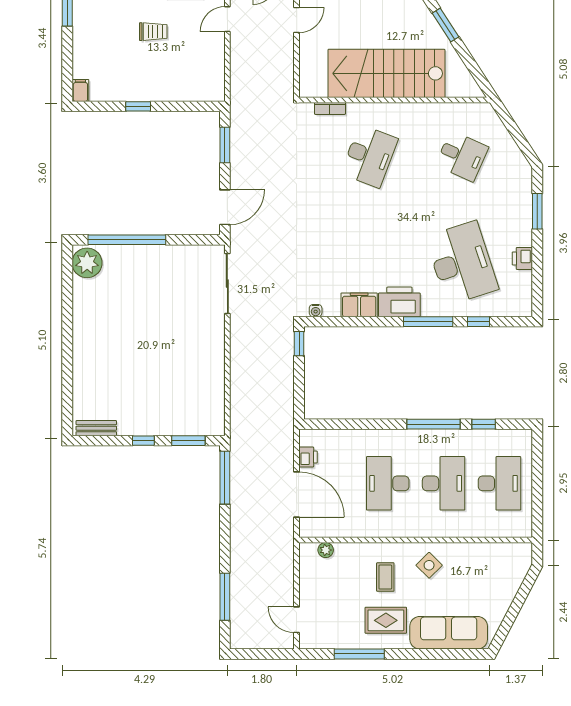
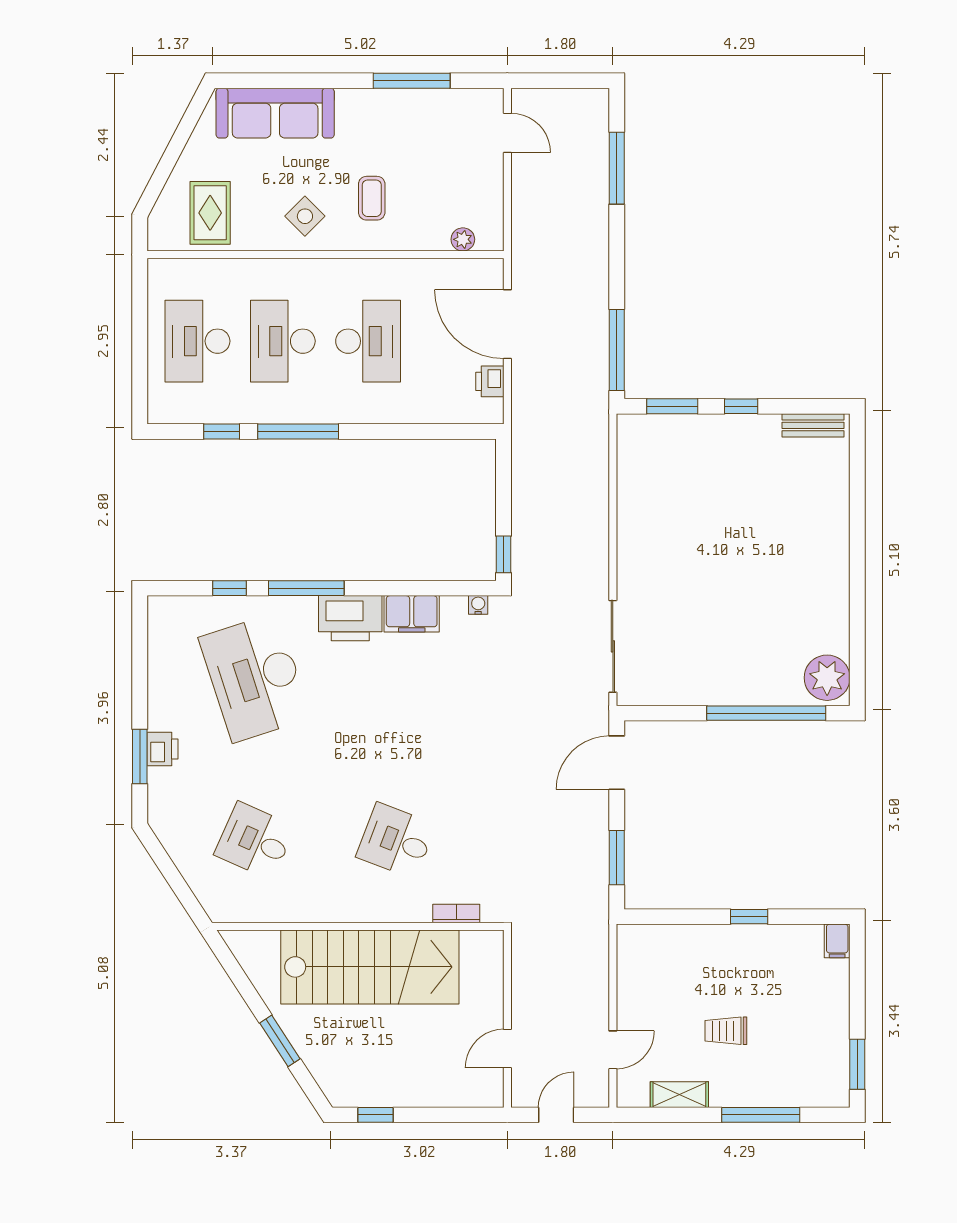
desk: (369, 156) -> (396, 841), width x0.73
printer: (522, 258) -> (163, 749), moved
rug: (386, 620) -> (210, 213), moved, turned 90

